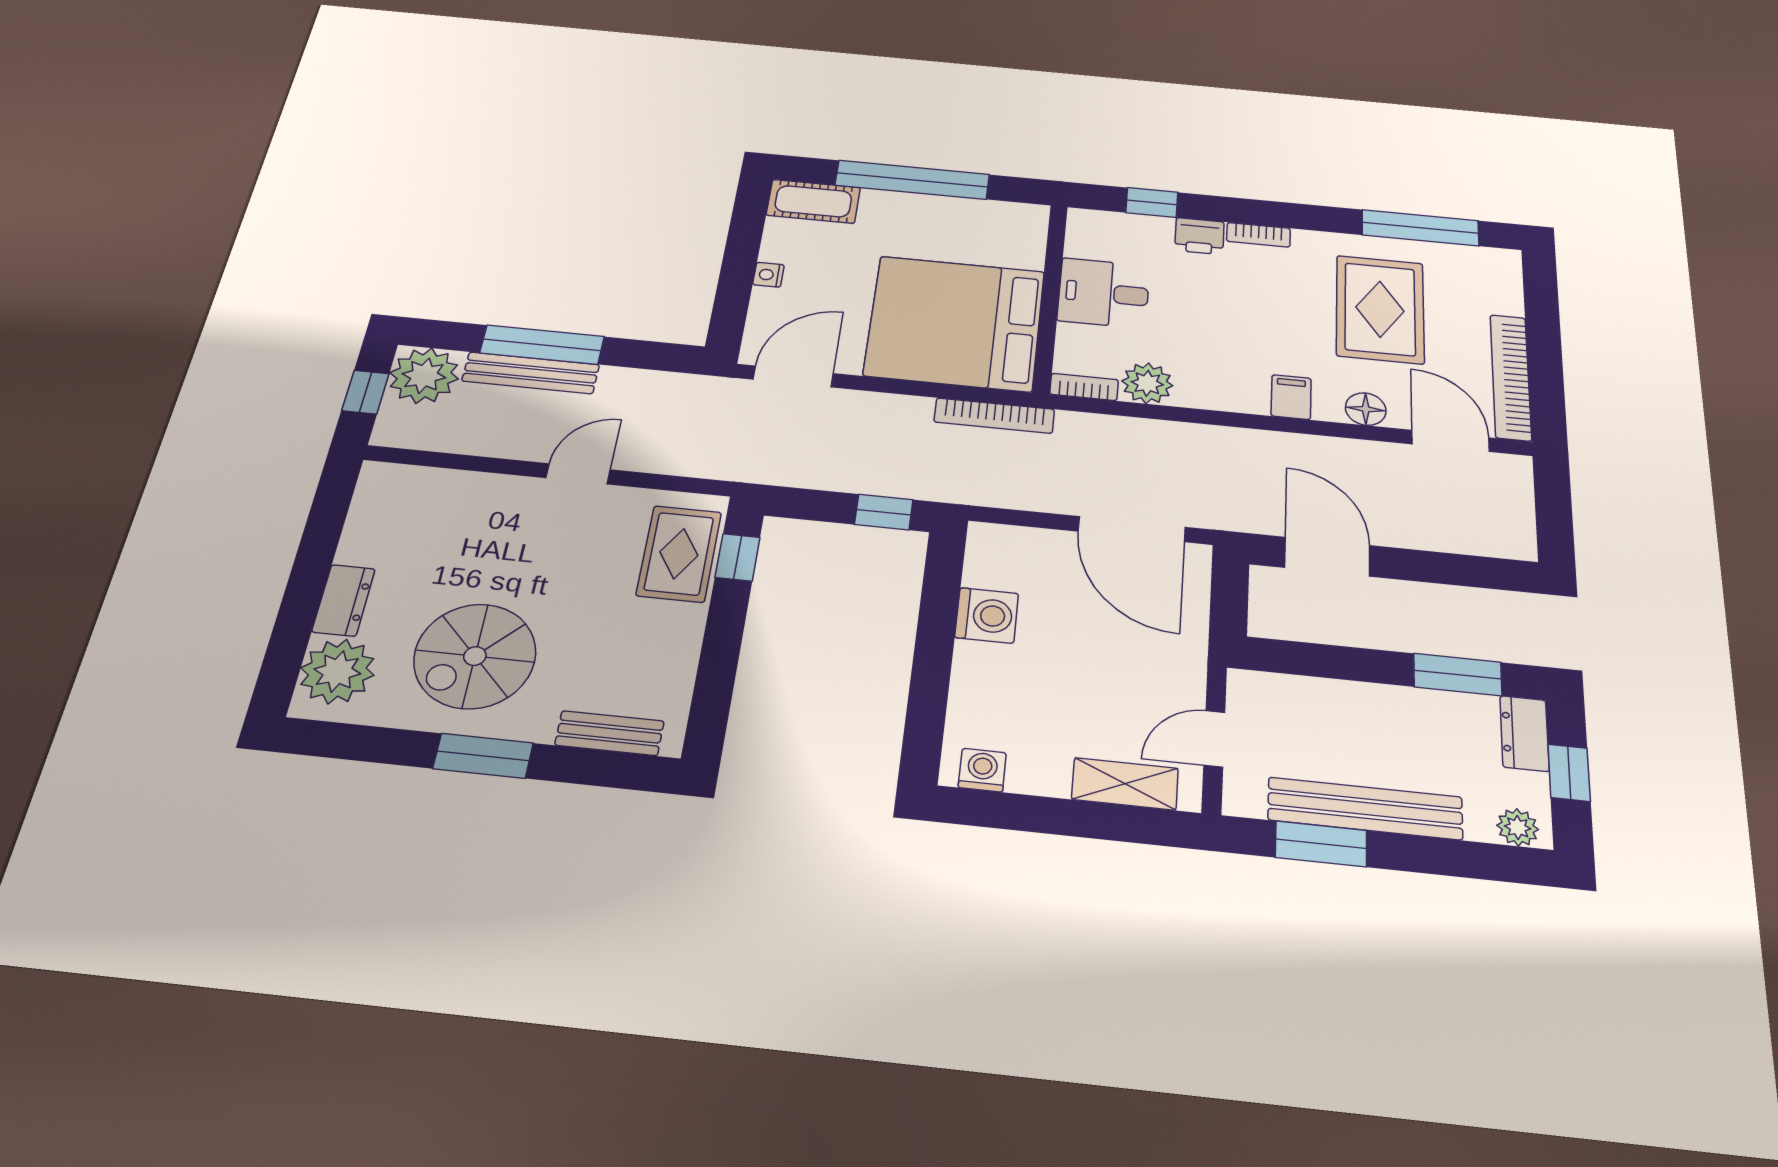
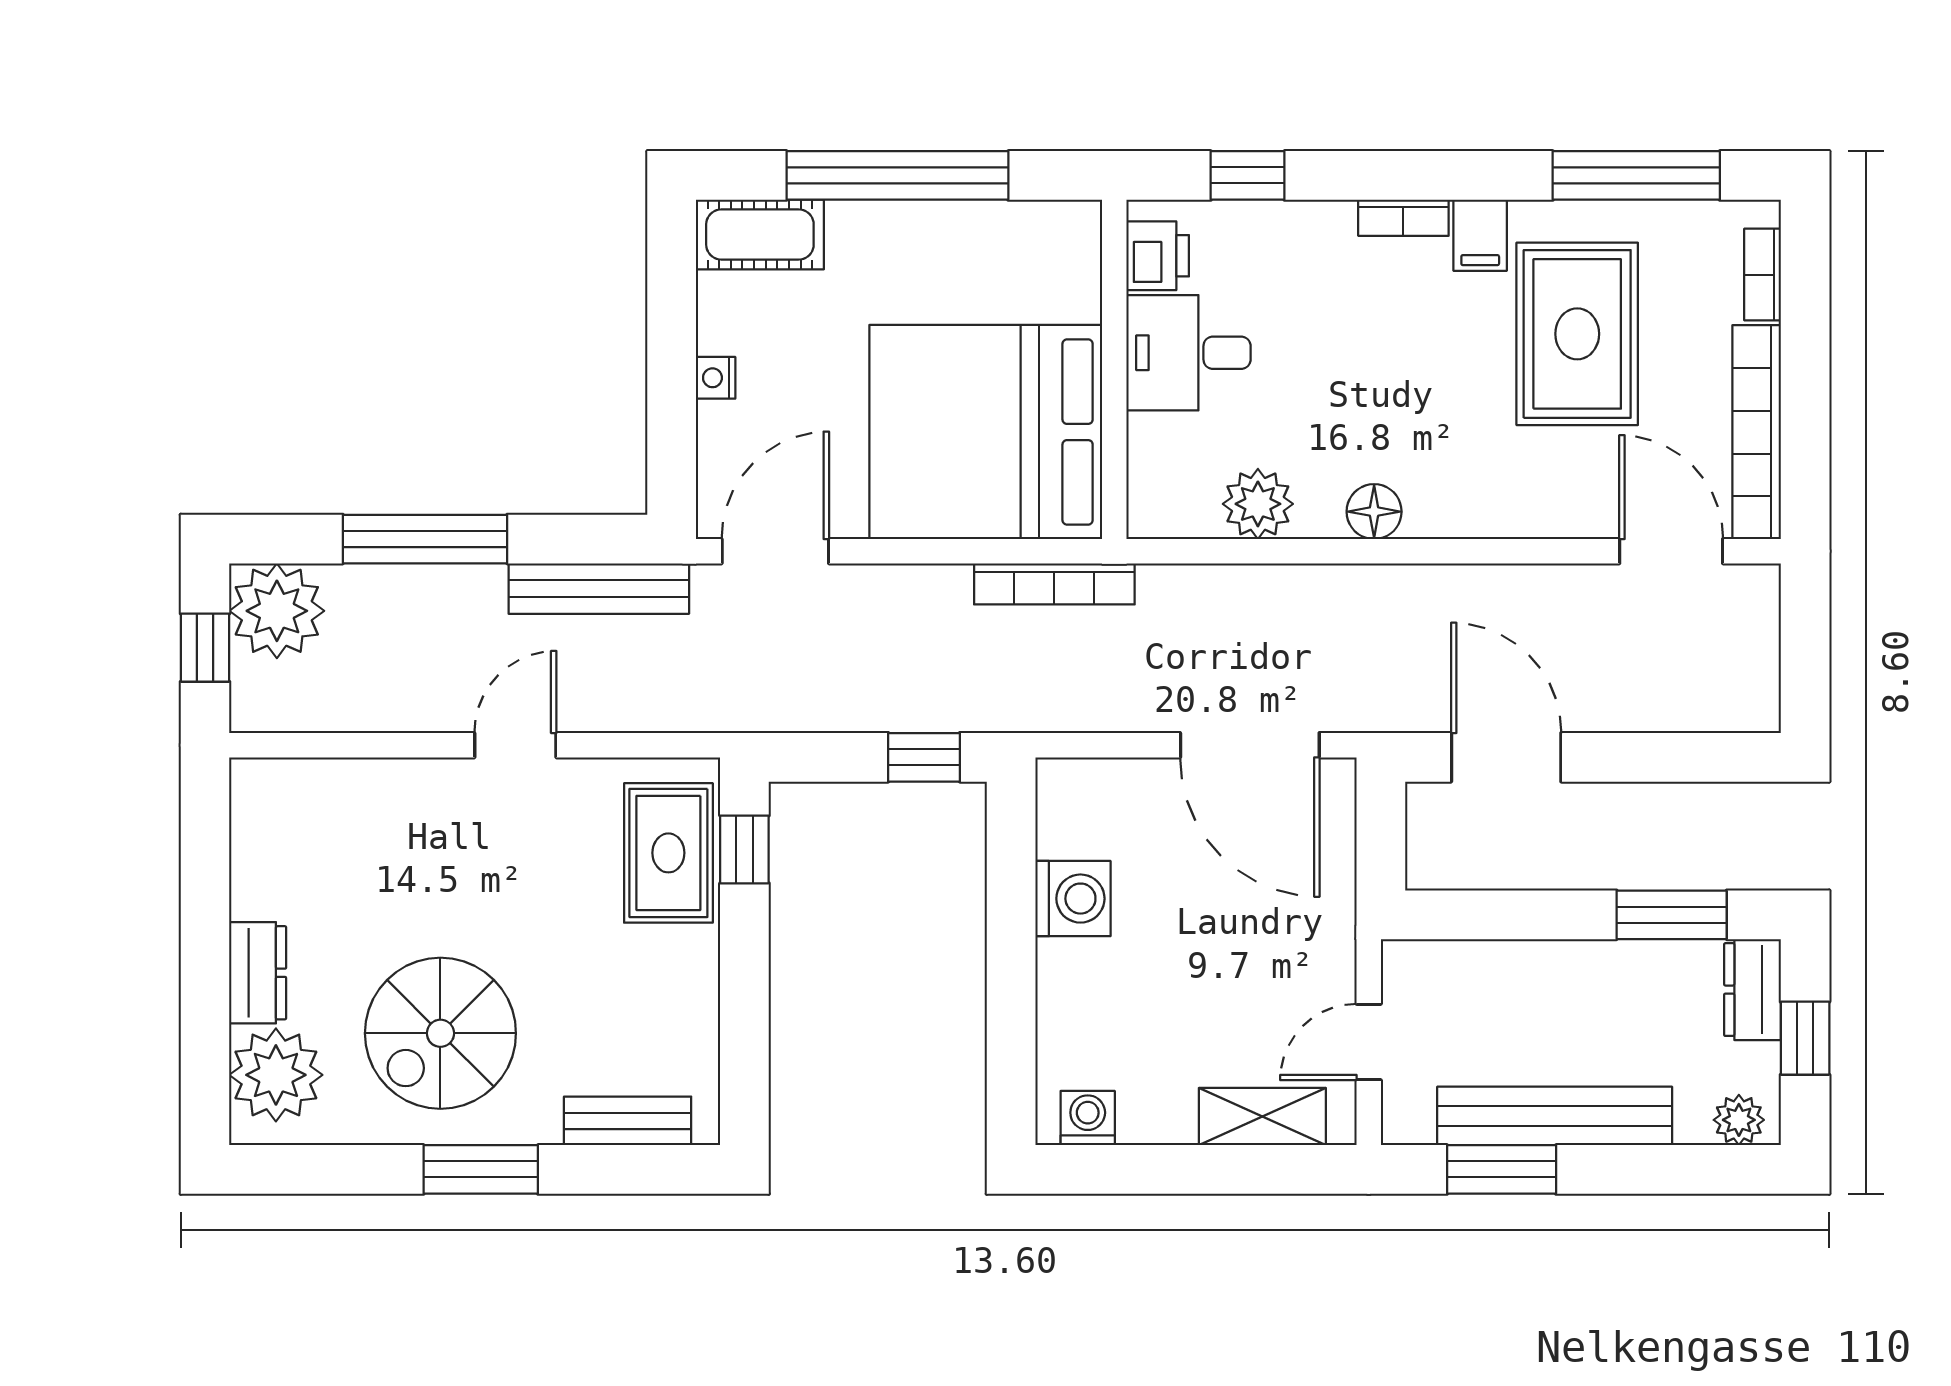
printer: (1199, 236) -> (1158, 256), moved, turned -90
bench: (531, 373) -> (599, 589), moved
bookcase: (1084, 387) -> (1763, 275), moved, turned -90
filing cabinet: (1291, 397) -> (1480, 235), moved, turned 180
floor lamp: (1366, 409) -> (1374, 512), moved

